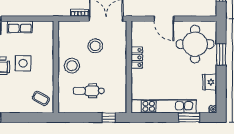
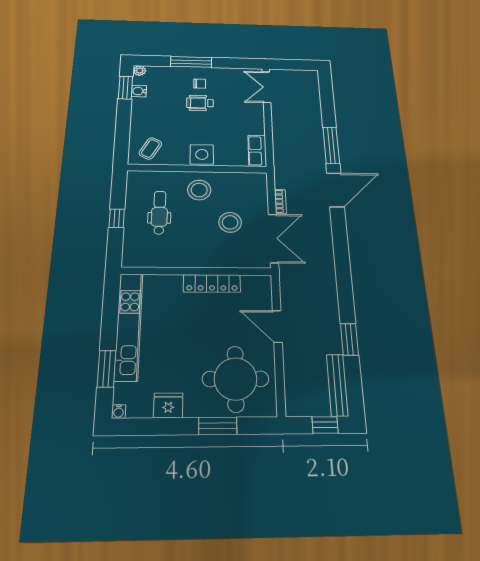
door: (164, 19) -> (277, 326), hinge flipped
row of seats: (20, 27) -> (257, 151), moved
locker: (137, 57) -> (212, 283), width x1.53
side table: (23, 63) -> (202, 154), moved
window: (109, 118) -> (117, 218), moved

